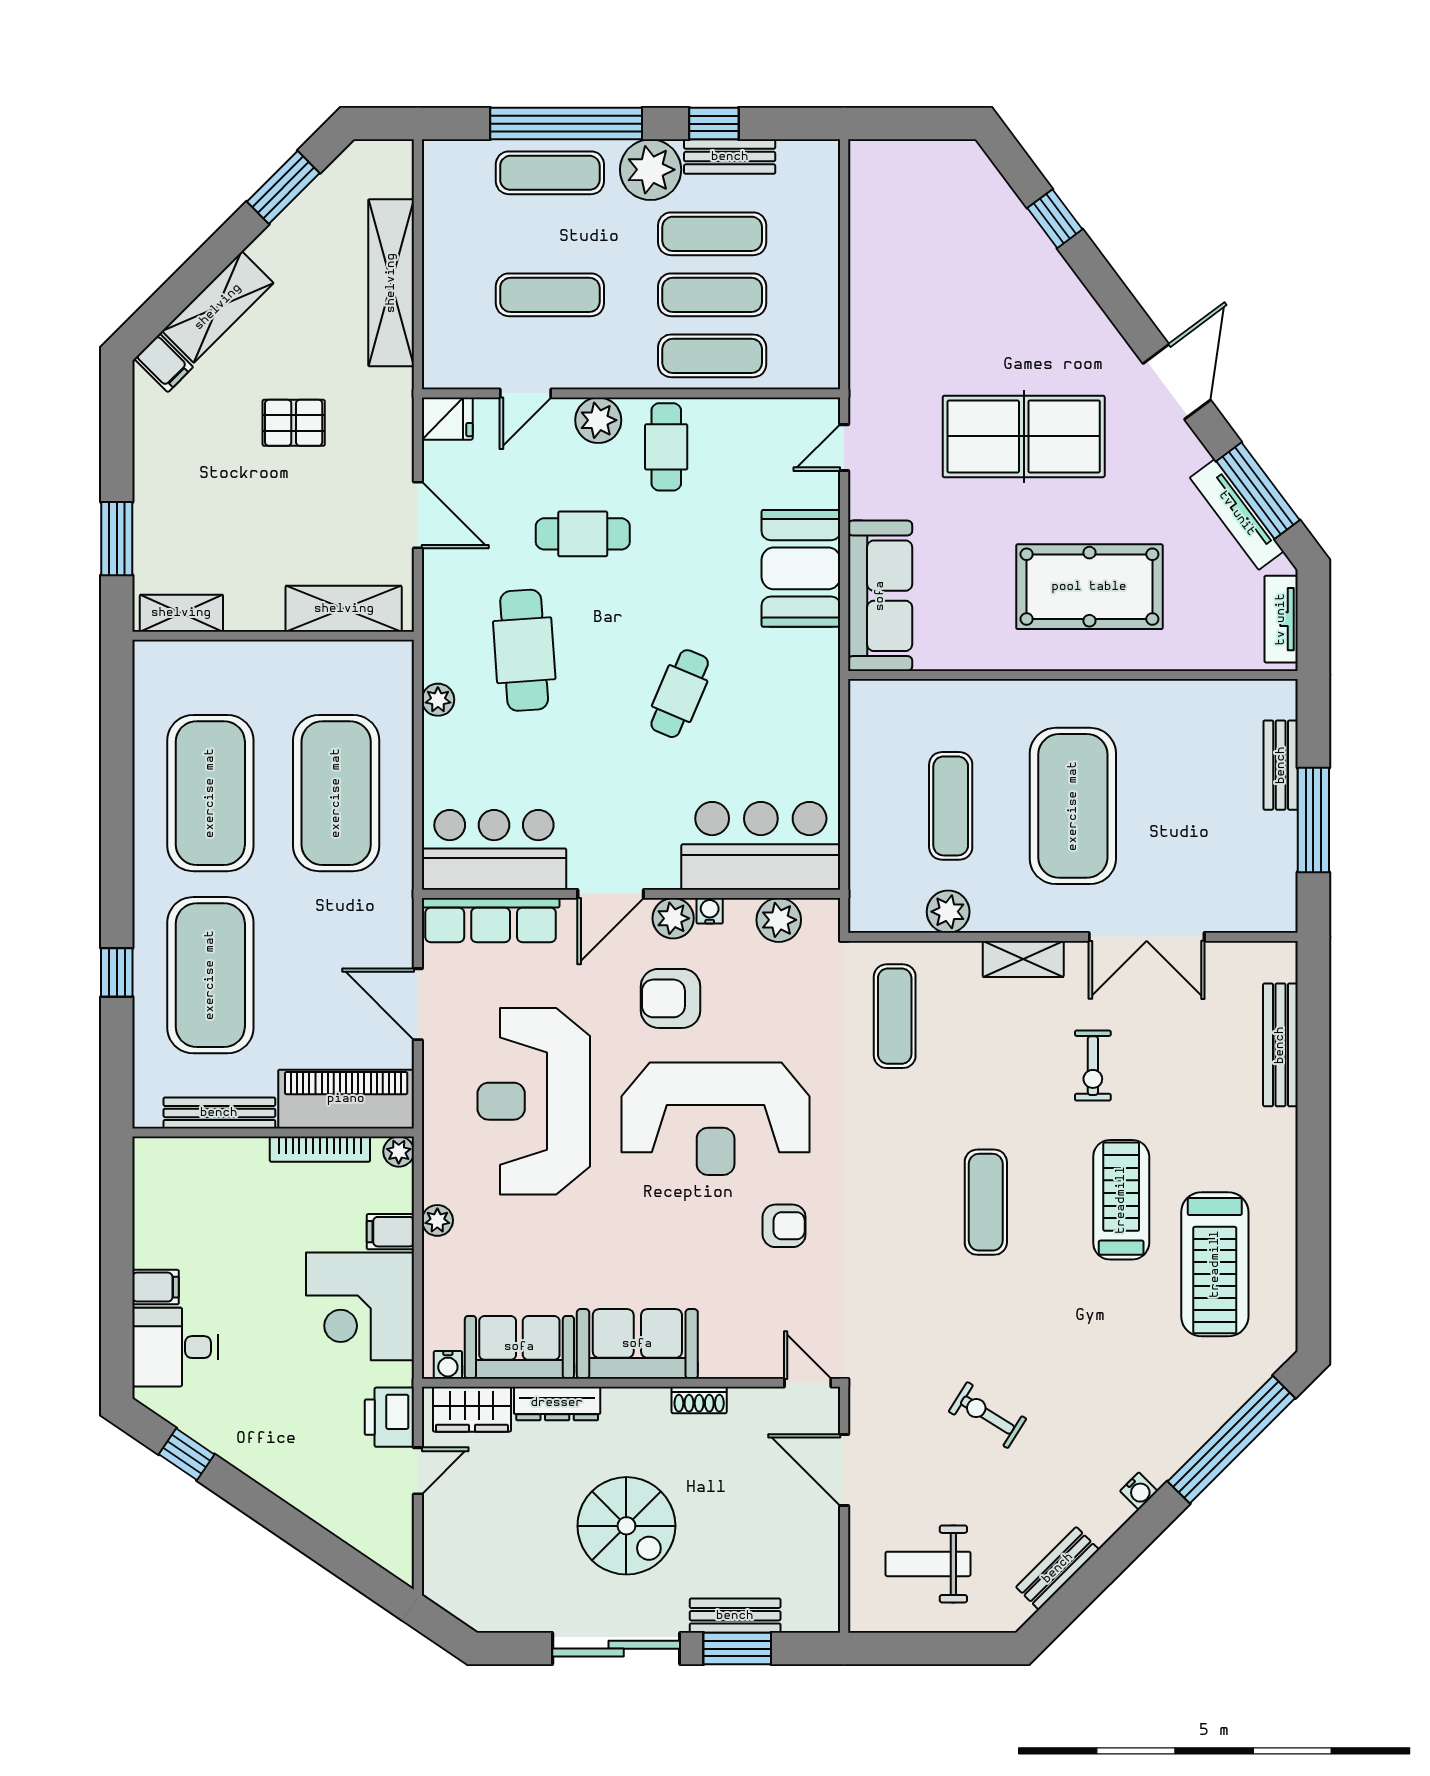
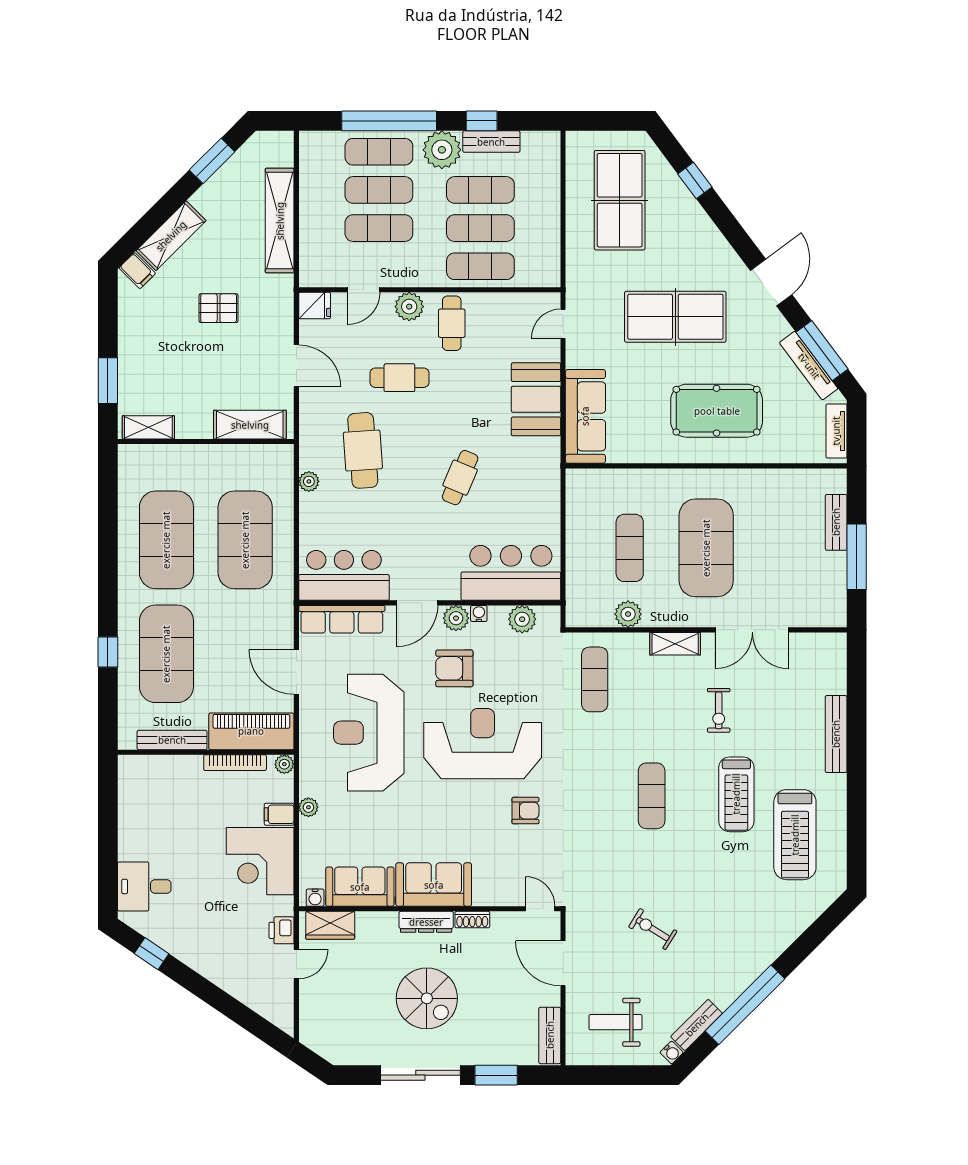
exercise mat: (550, 234) -> (379, 190), added
table tennis table: (935, 250) -> (620, 200), added
bench: (1280, 1045) -> (836, 734), moved
reception desk: (716, 1119) -> (483, 744), turned 180
treadmill: (1121, 1200) -> (736, 794), turned 180
filing cabinet: (156, 1287) -> (132, 849), removed
dresser: (557, 1403) -> (426, 922), moved
printer: (389, 1417) -> (281, 930), width x0.73, depth x0.81
window: (1231, 1440) -> (745, 1005), moved
water cooler: (1139, 1491) -> (672, 1052), moved
bench: (735, 1616) -> (550, 1035), moved, turned 90

